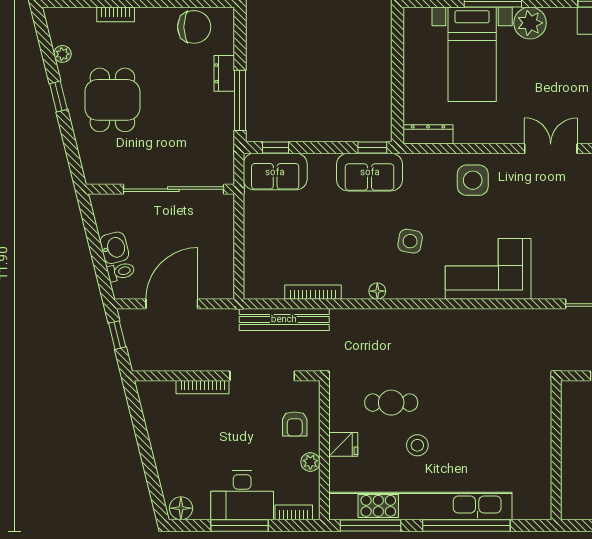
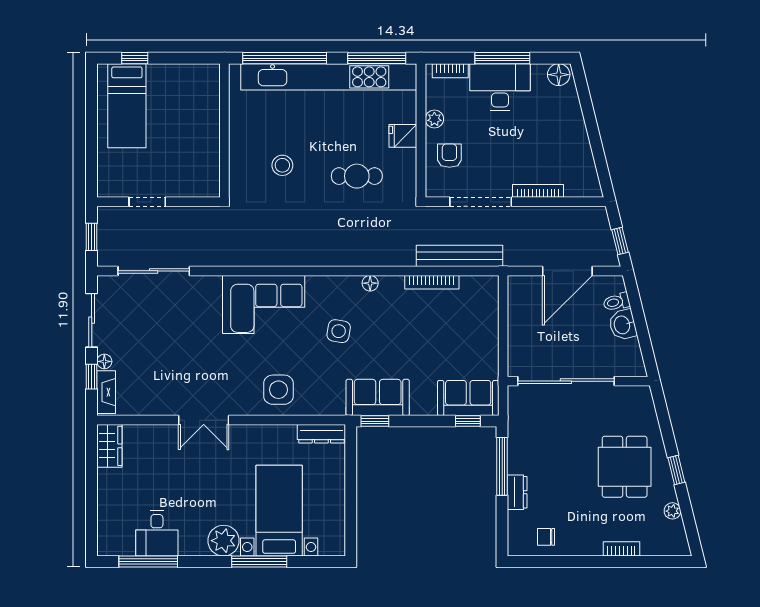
chair: (194, 27) -> (546, 537), width x0.54, depth x0.54
stool: (417, 445) -> (282, 165), moved
wall: (556, 450) -> (224, 131), moved

